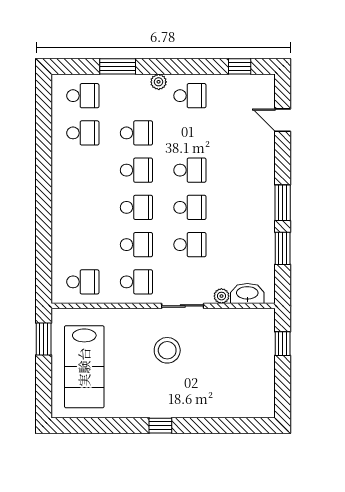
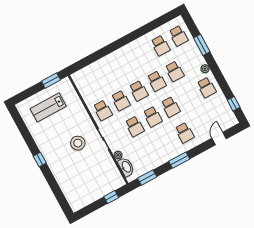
window: (283, 248) -> (147, 178), moved
school desk: (83, 282) -> (185, 133), moved
lab bench: (84, 367) -> (48, 107), width x0.73, depth x0.72

